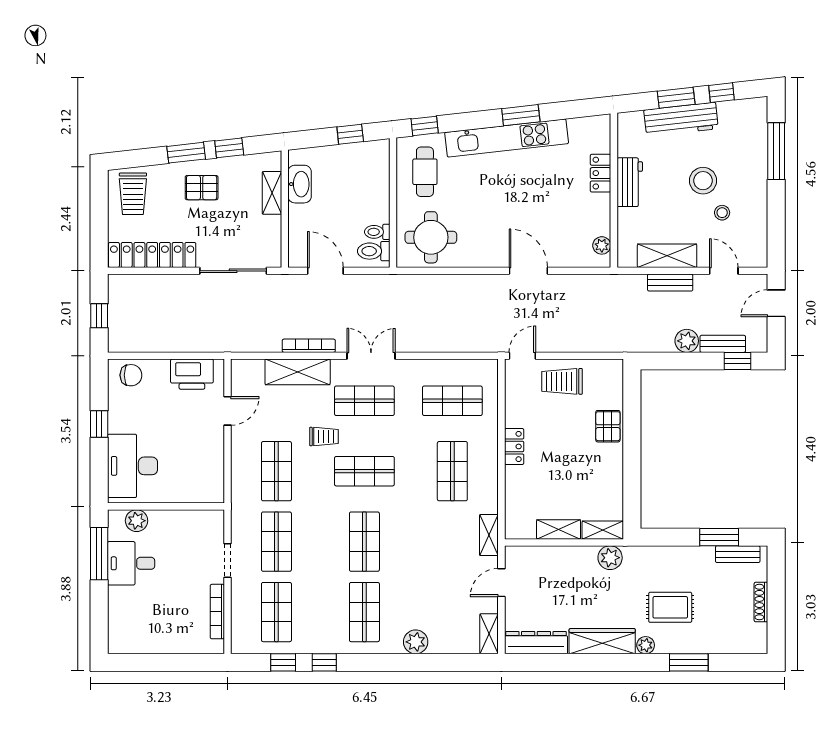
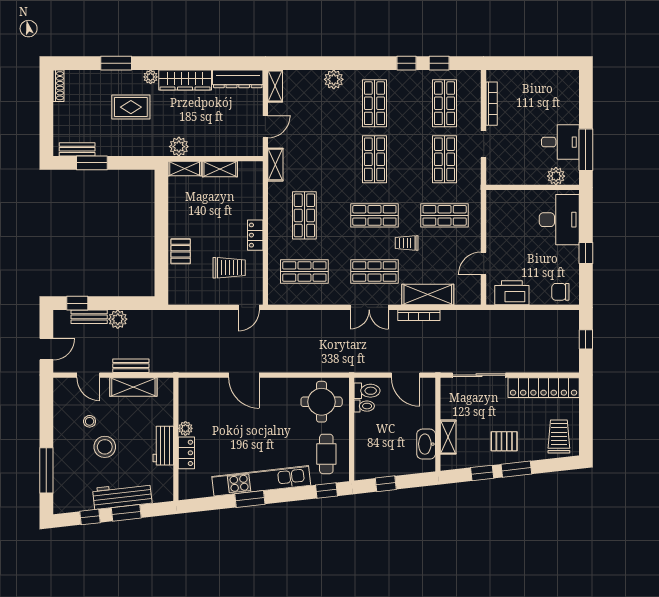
plant: (602, 245) -> (185, 428), moved
trolley: (562, 381) -> (229, 268), moved
shop shelf: (276, 471) -> (445, 215), turned 90
shoe rack: (761, 602) -> (59, 86), moved

